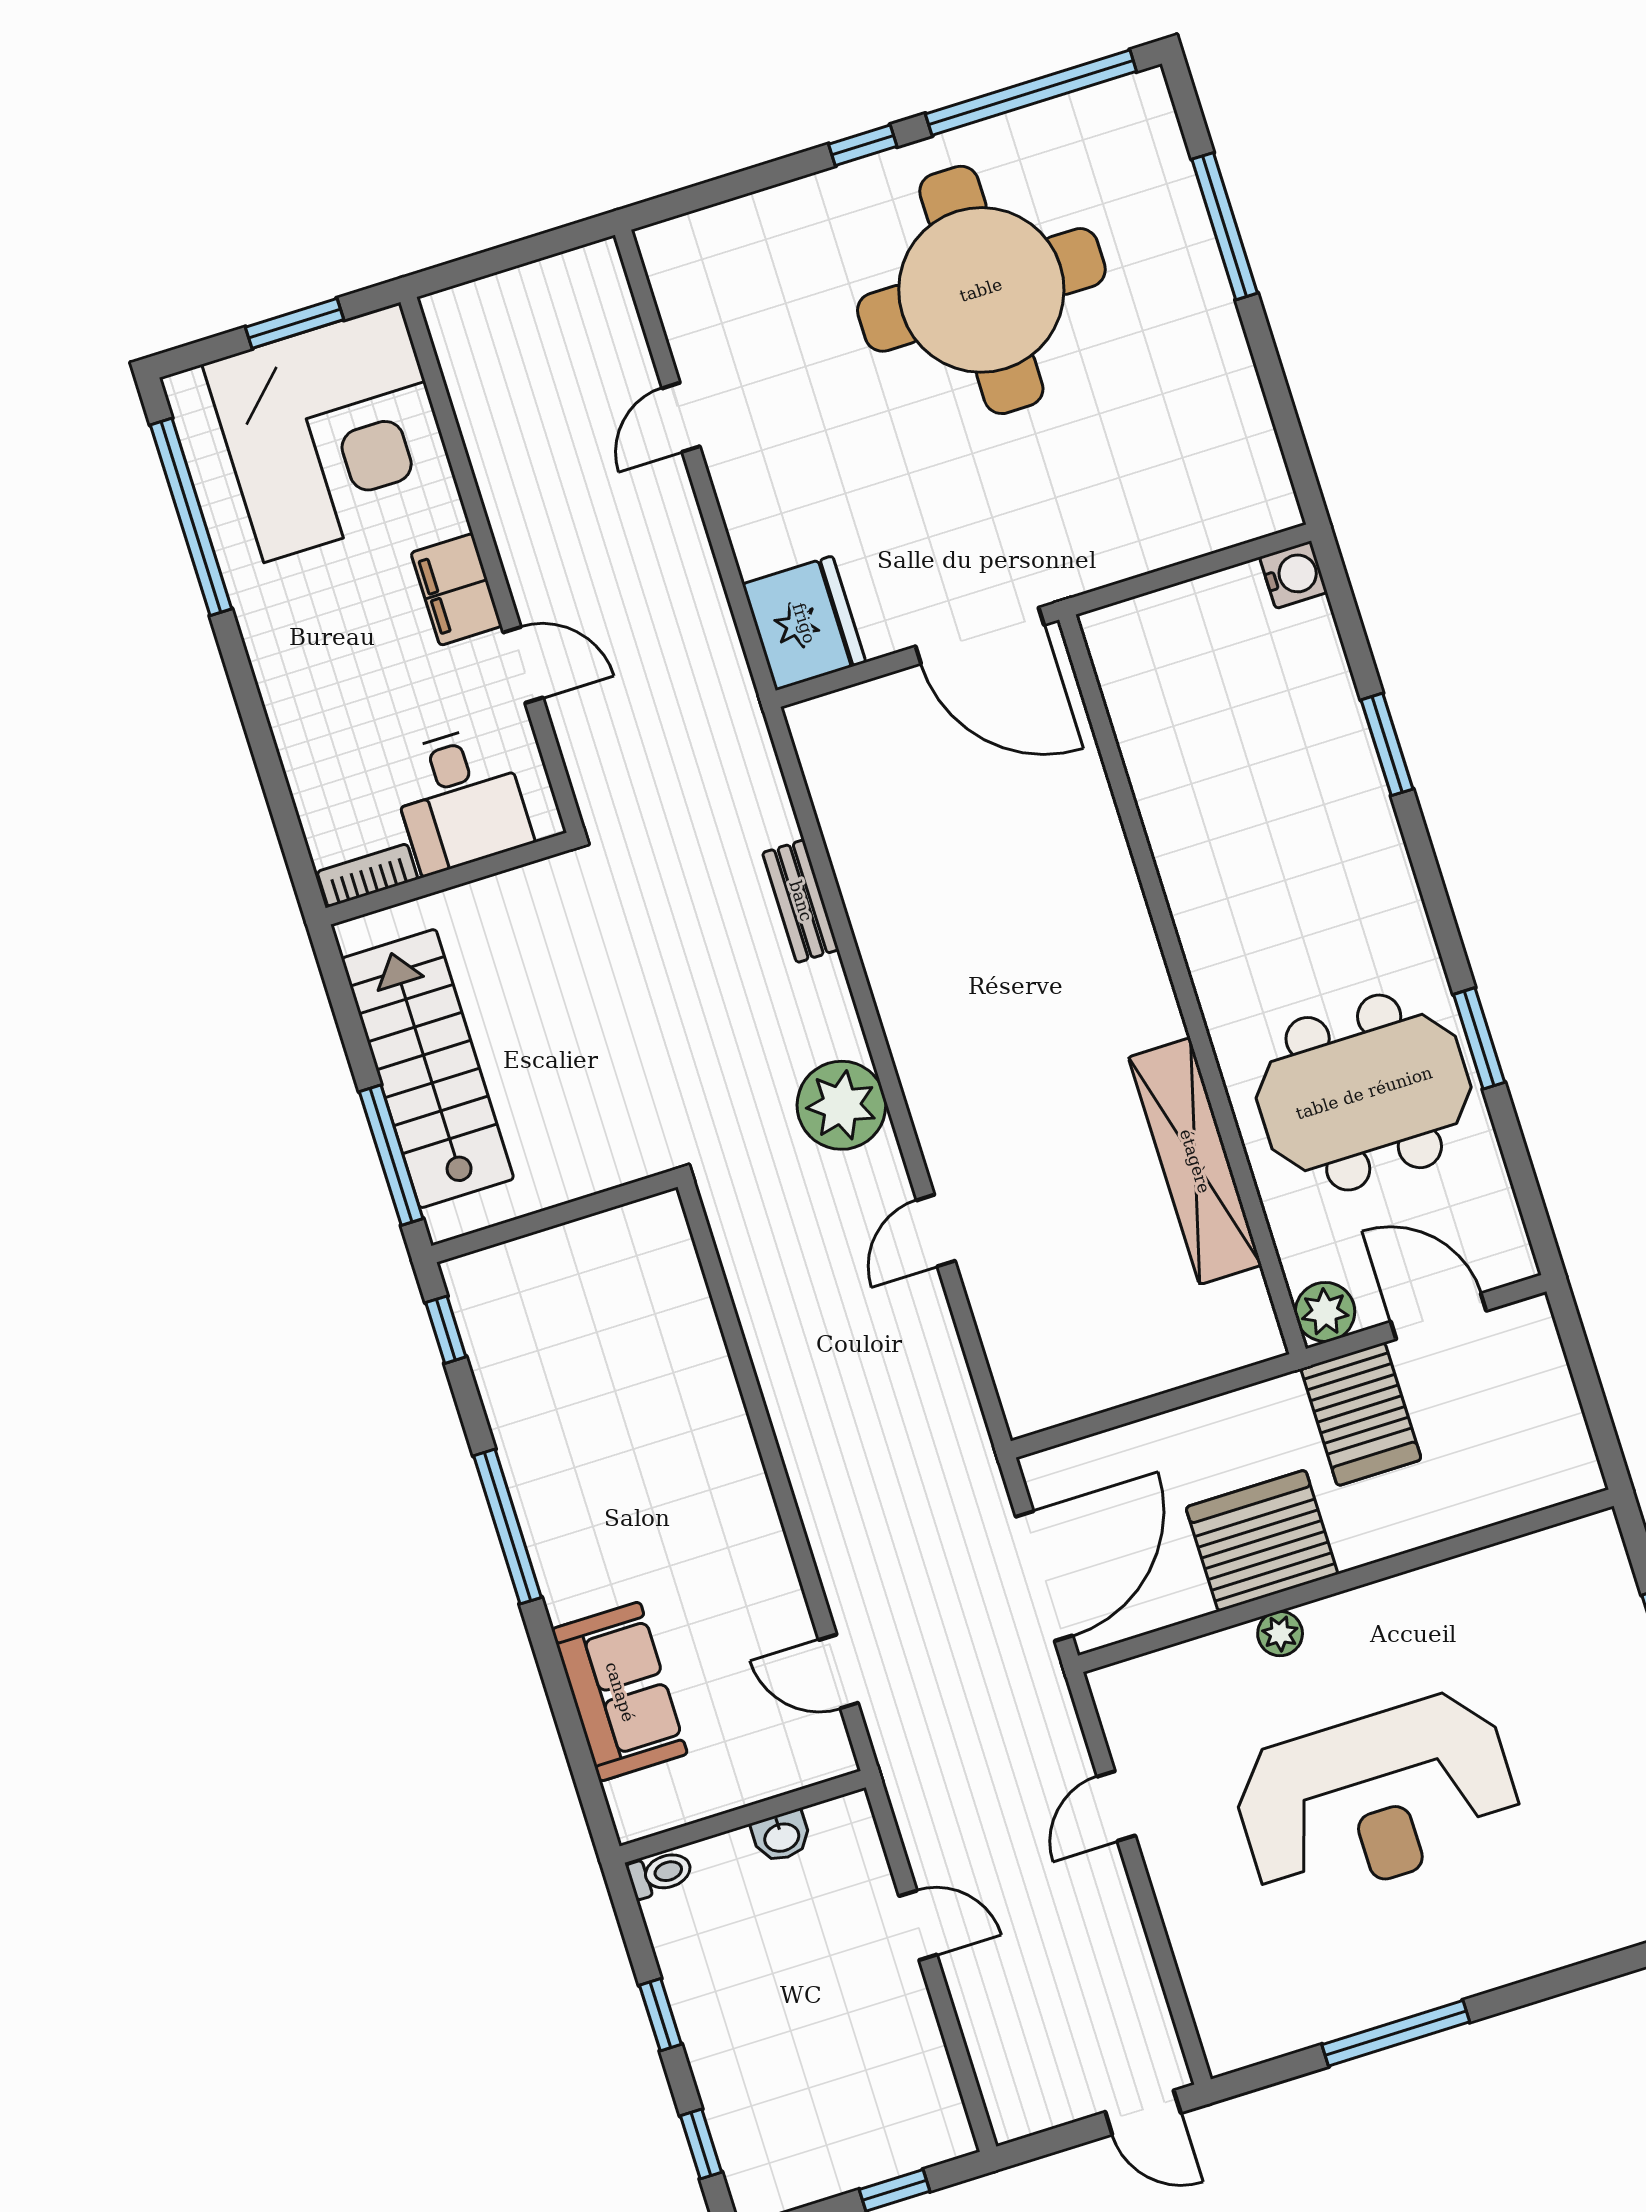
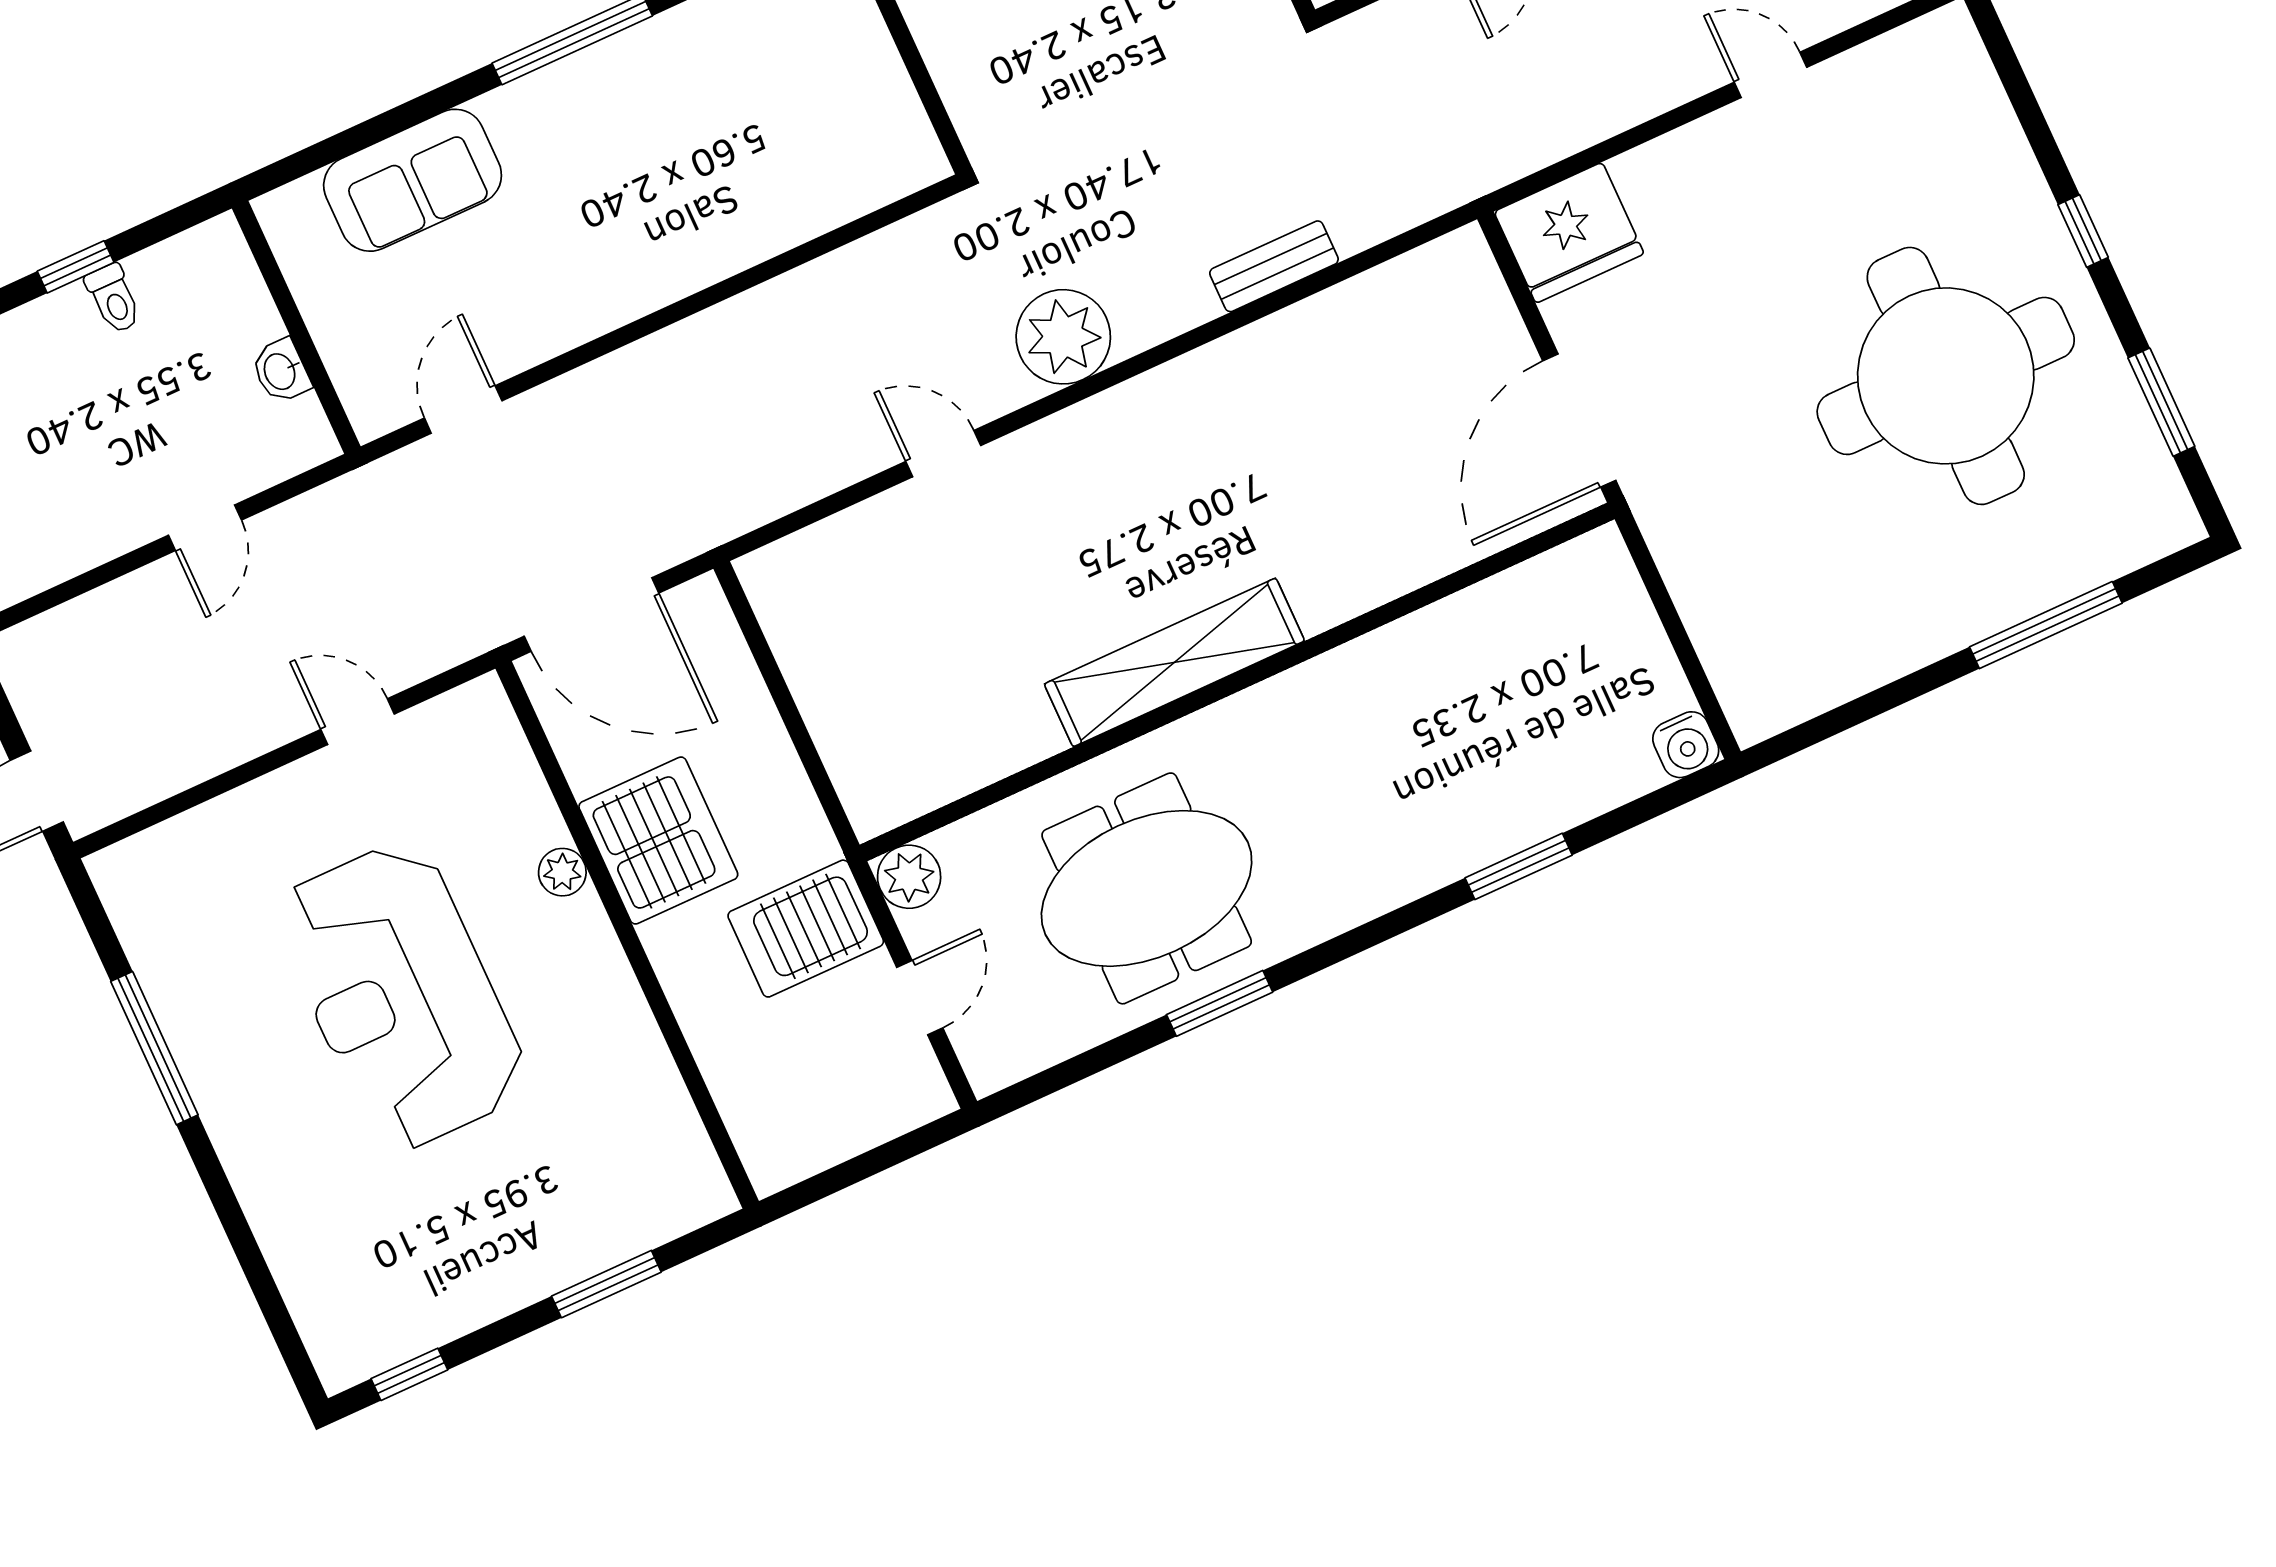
window: (1031, 93) -> (2161, 402), width x0.47
meeting table: (1364, 1093) -> (1147, 888), turned 90
shelving: (1195, 1161) -> (1174, 662), moved
door: (1439, 1316) -> (920, 998), width x0.73
toilet: (660, 1874) -> (114, 299), moved

